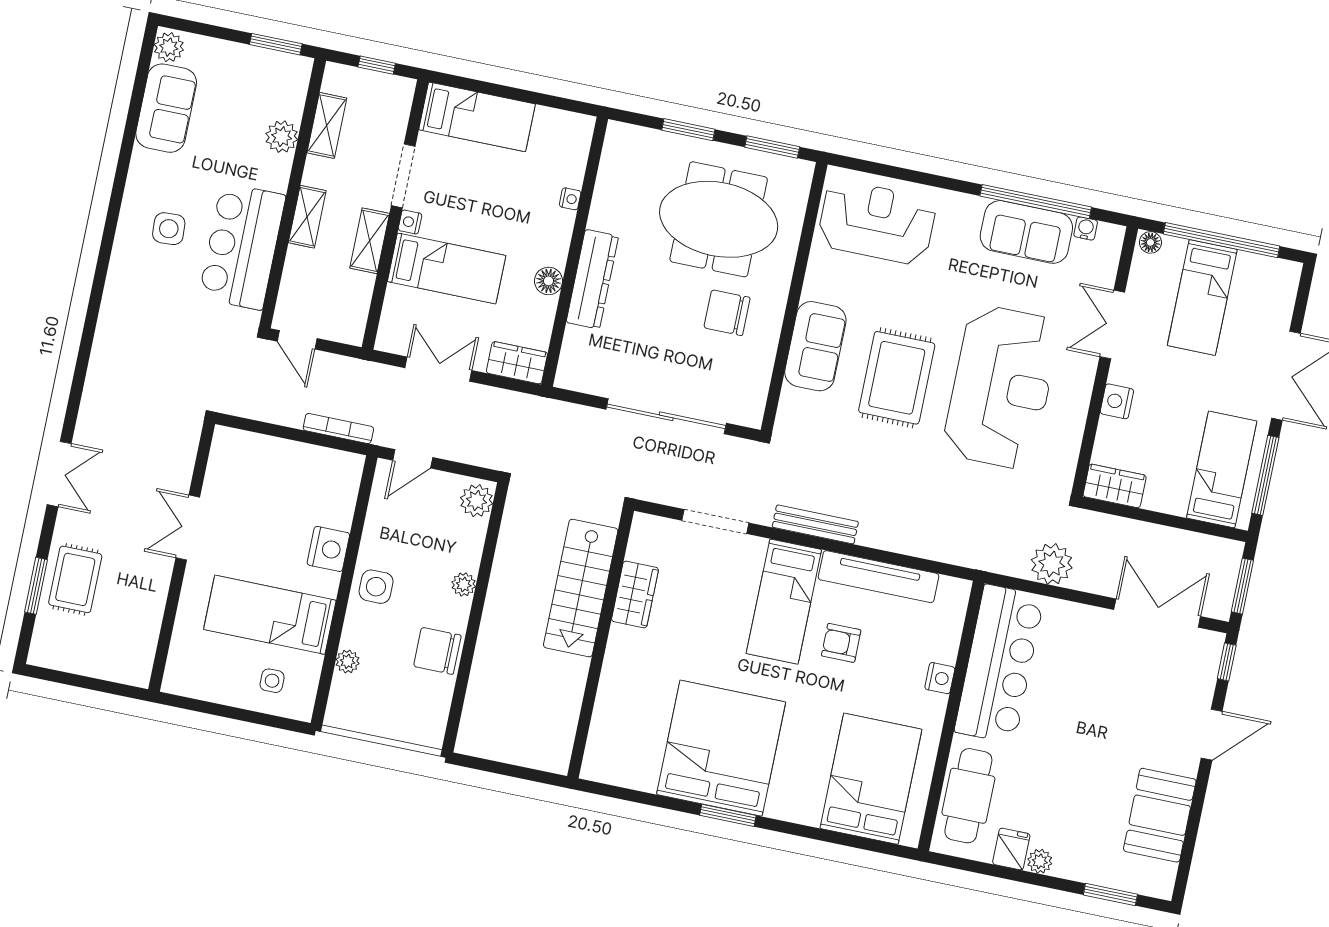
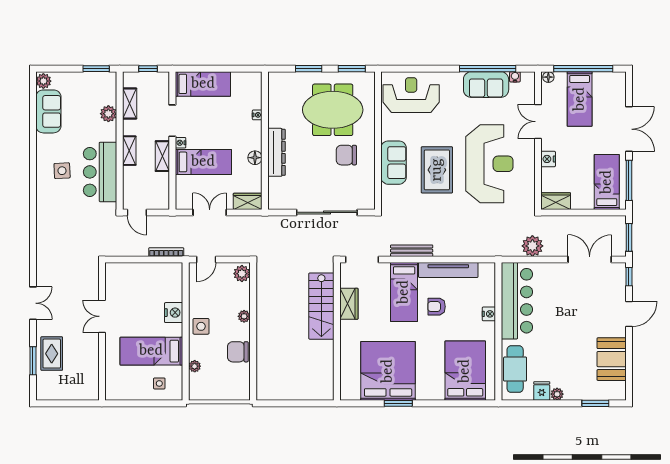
stairs: (581, 588) -> (321, 306), moved
wardrobe: (635, 594) -> (349, 304), moved
wall: (601, 643) -> (337, 331), moved

